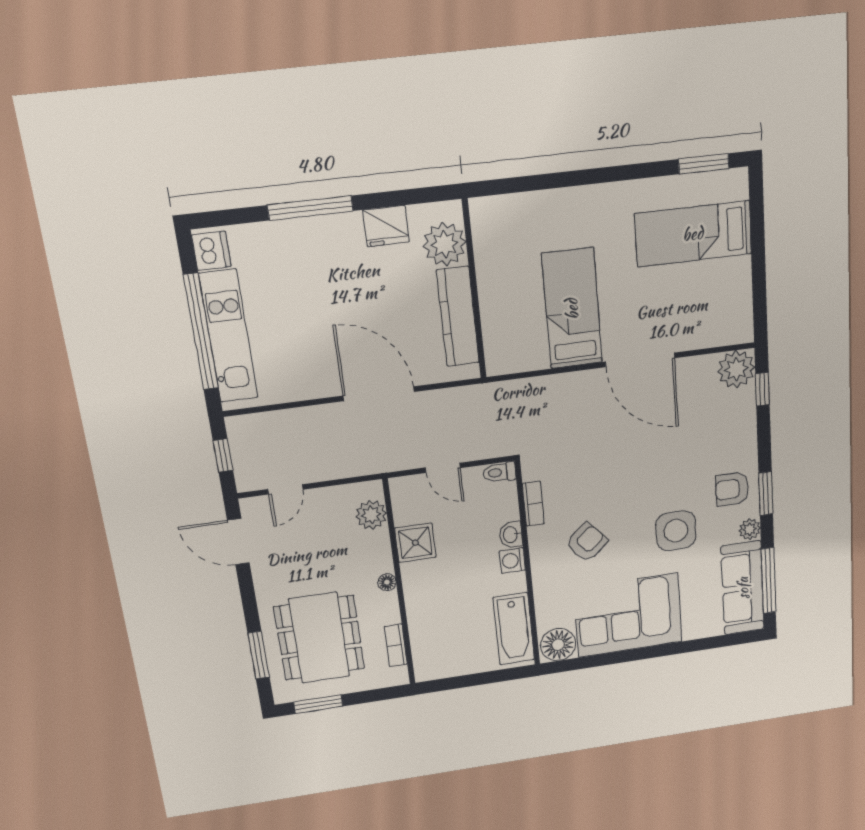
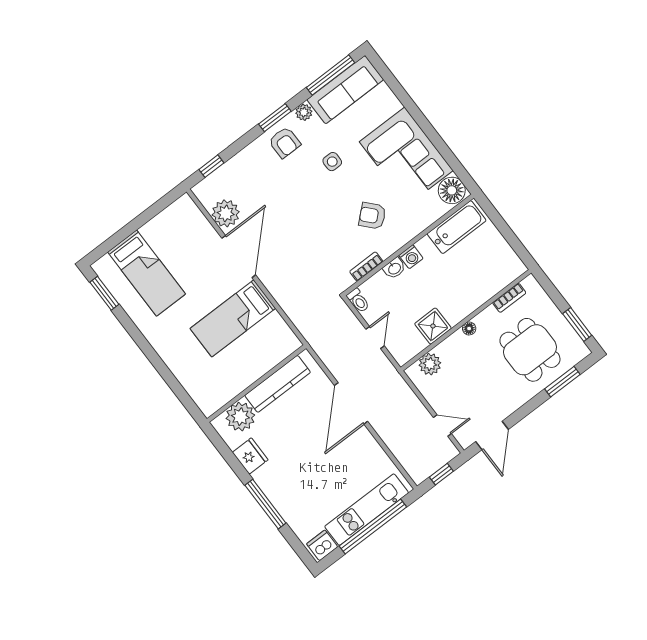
plant: (736, 369) -> (226, 213), moved
side table: (676, 531) -> (332, 162), width x0.54, depth x0.54
dining table: (319, 638) -> (530, 350), width x0.73

